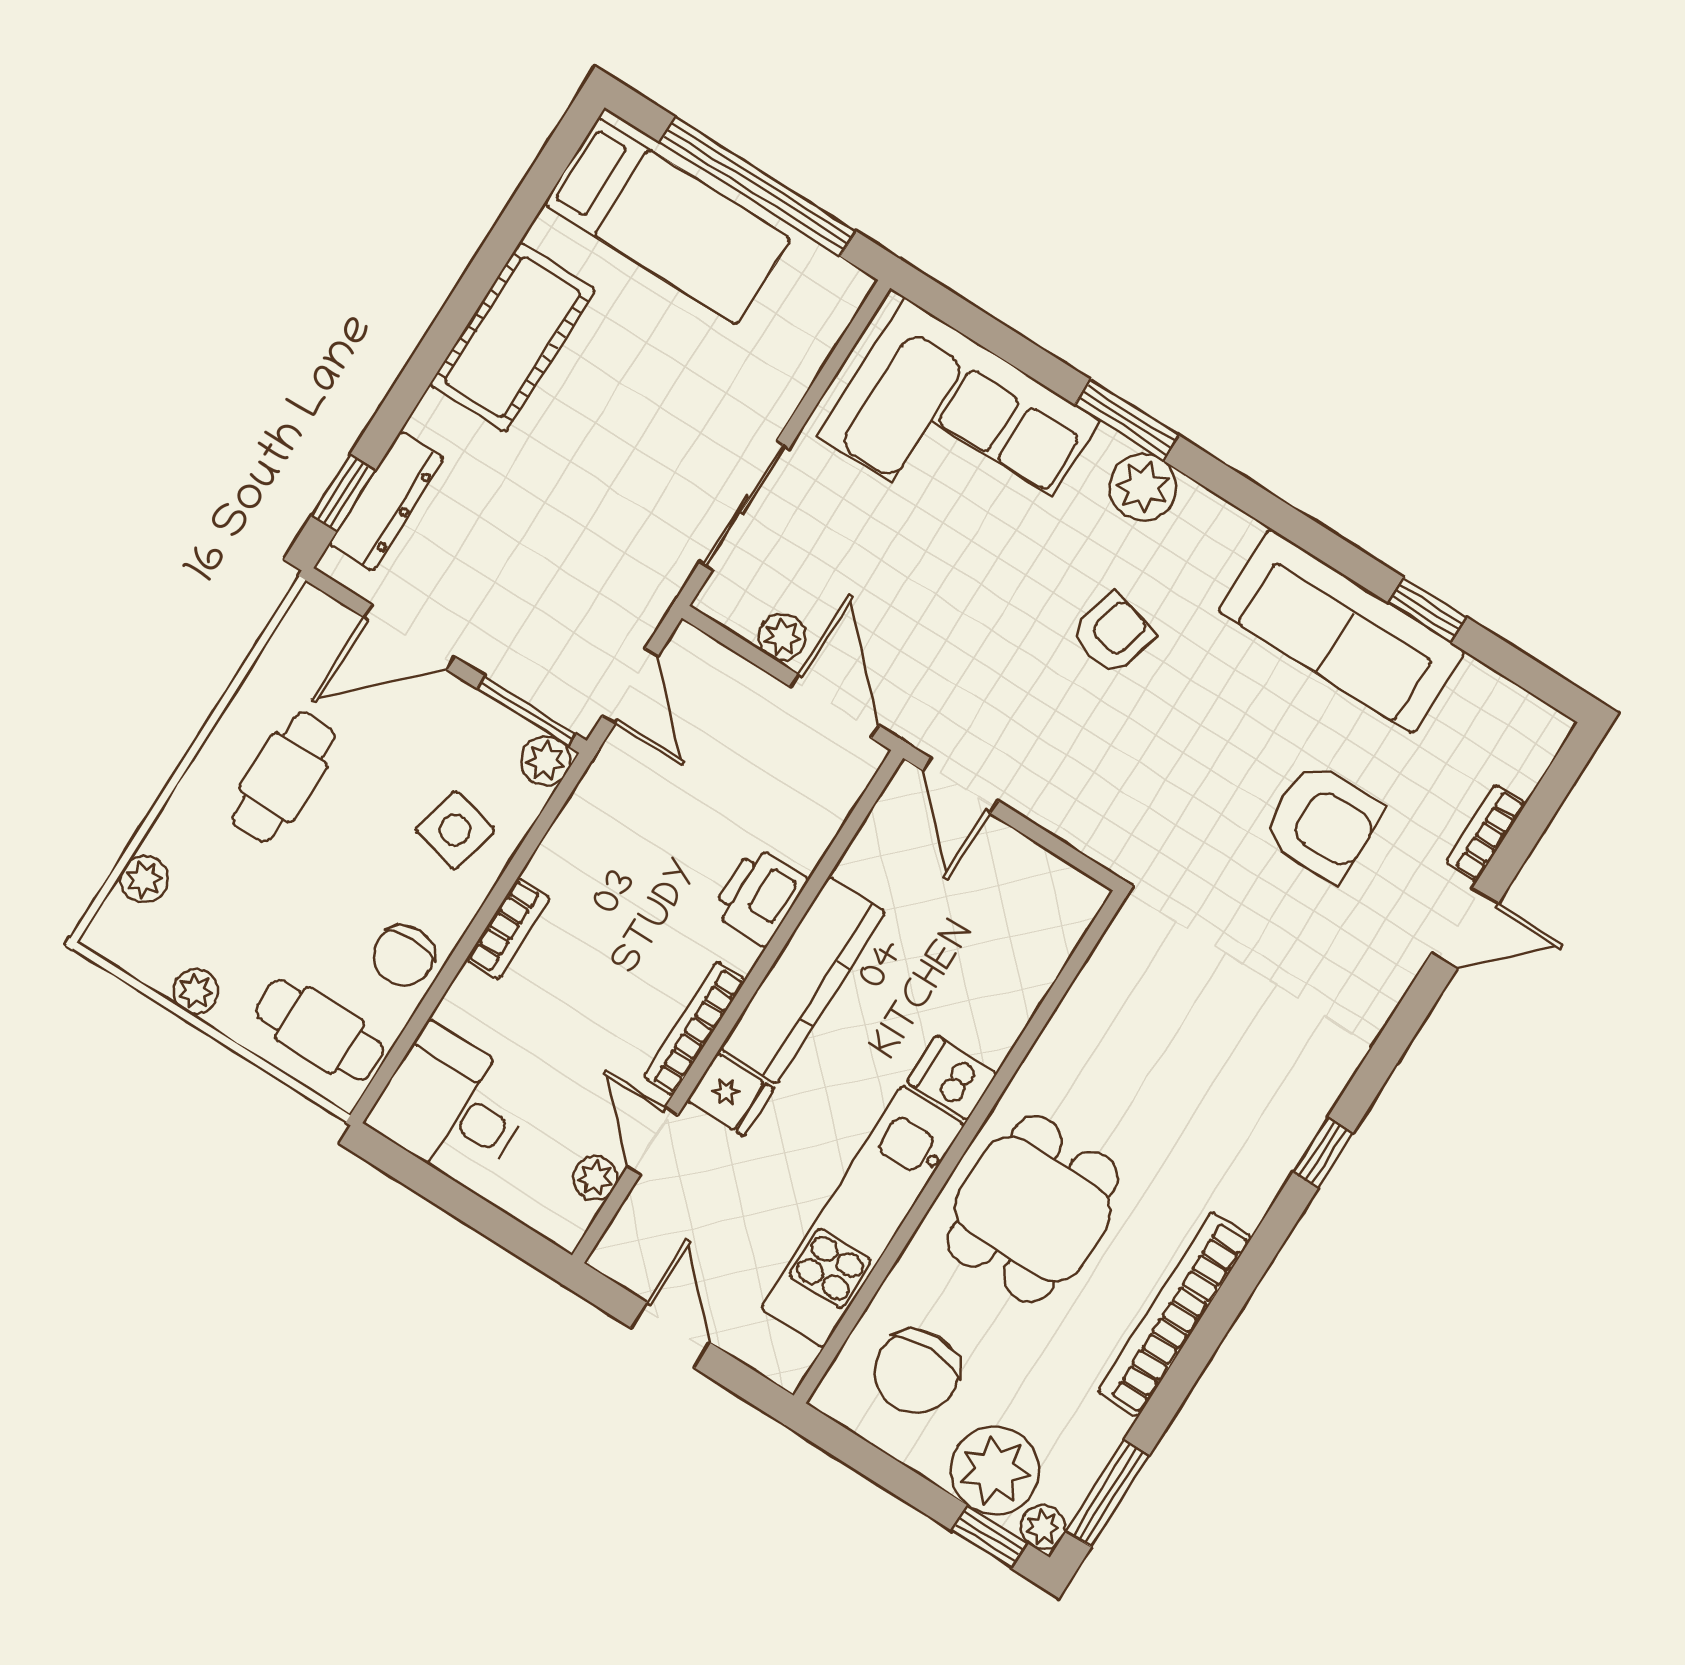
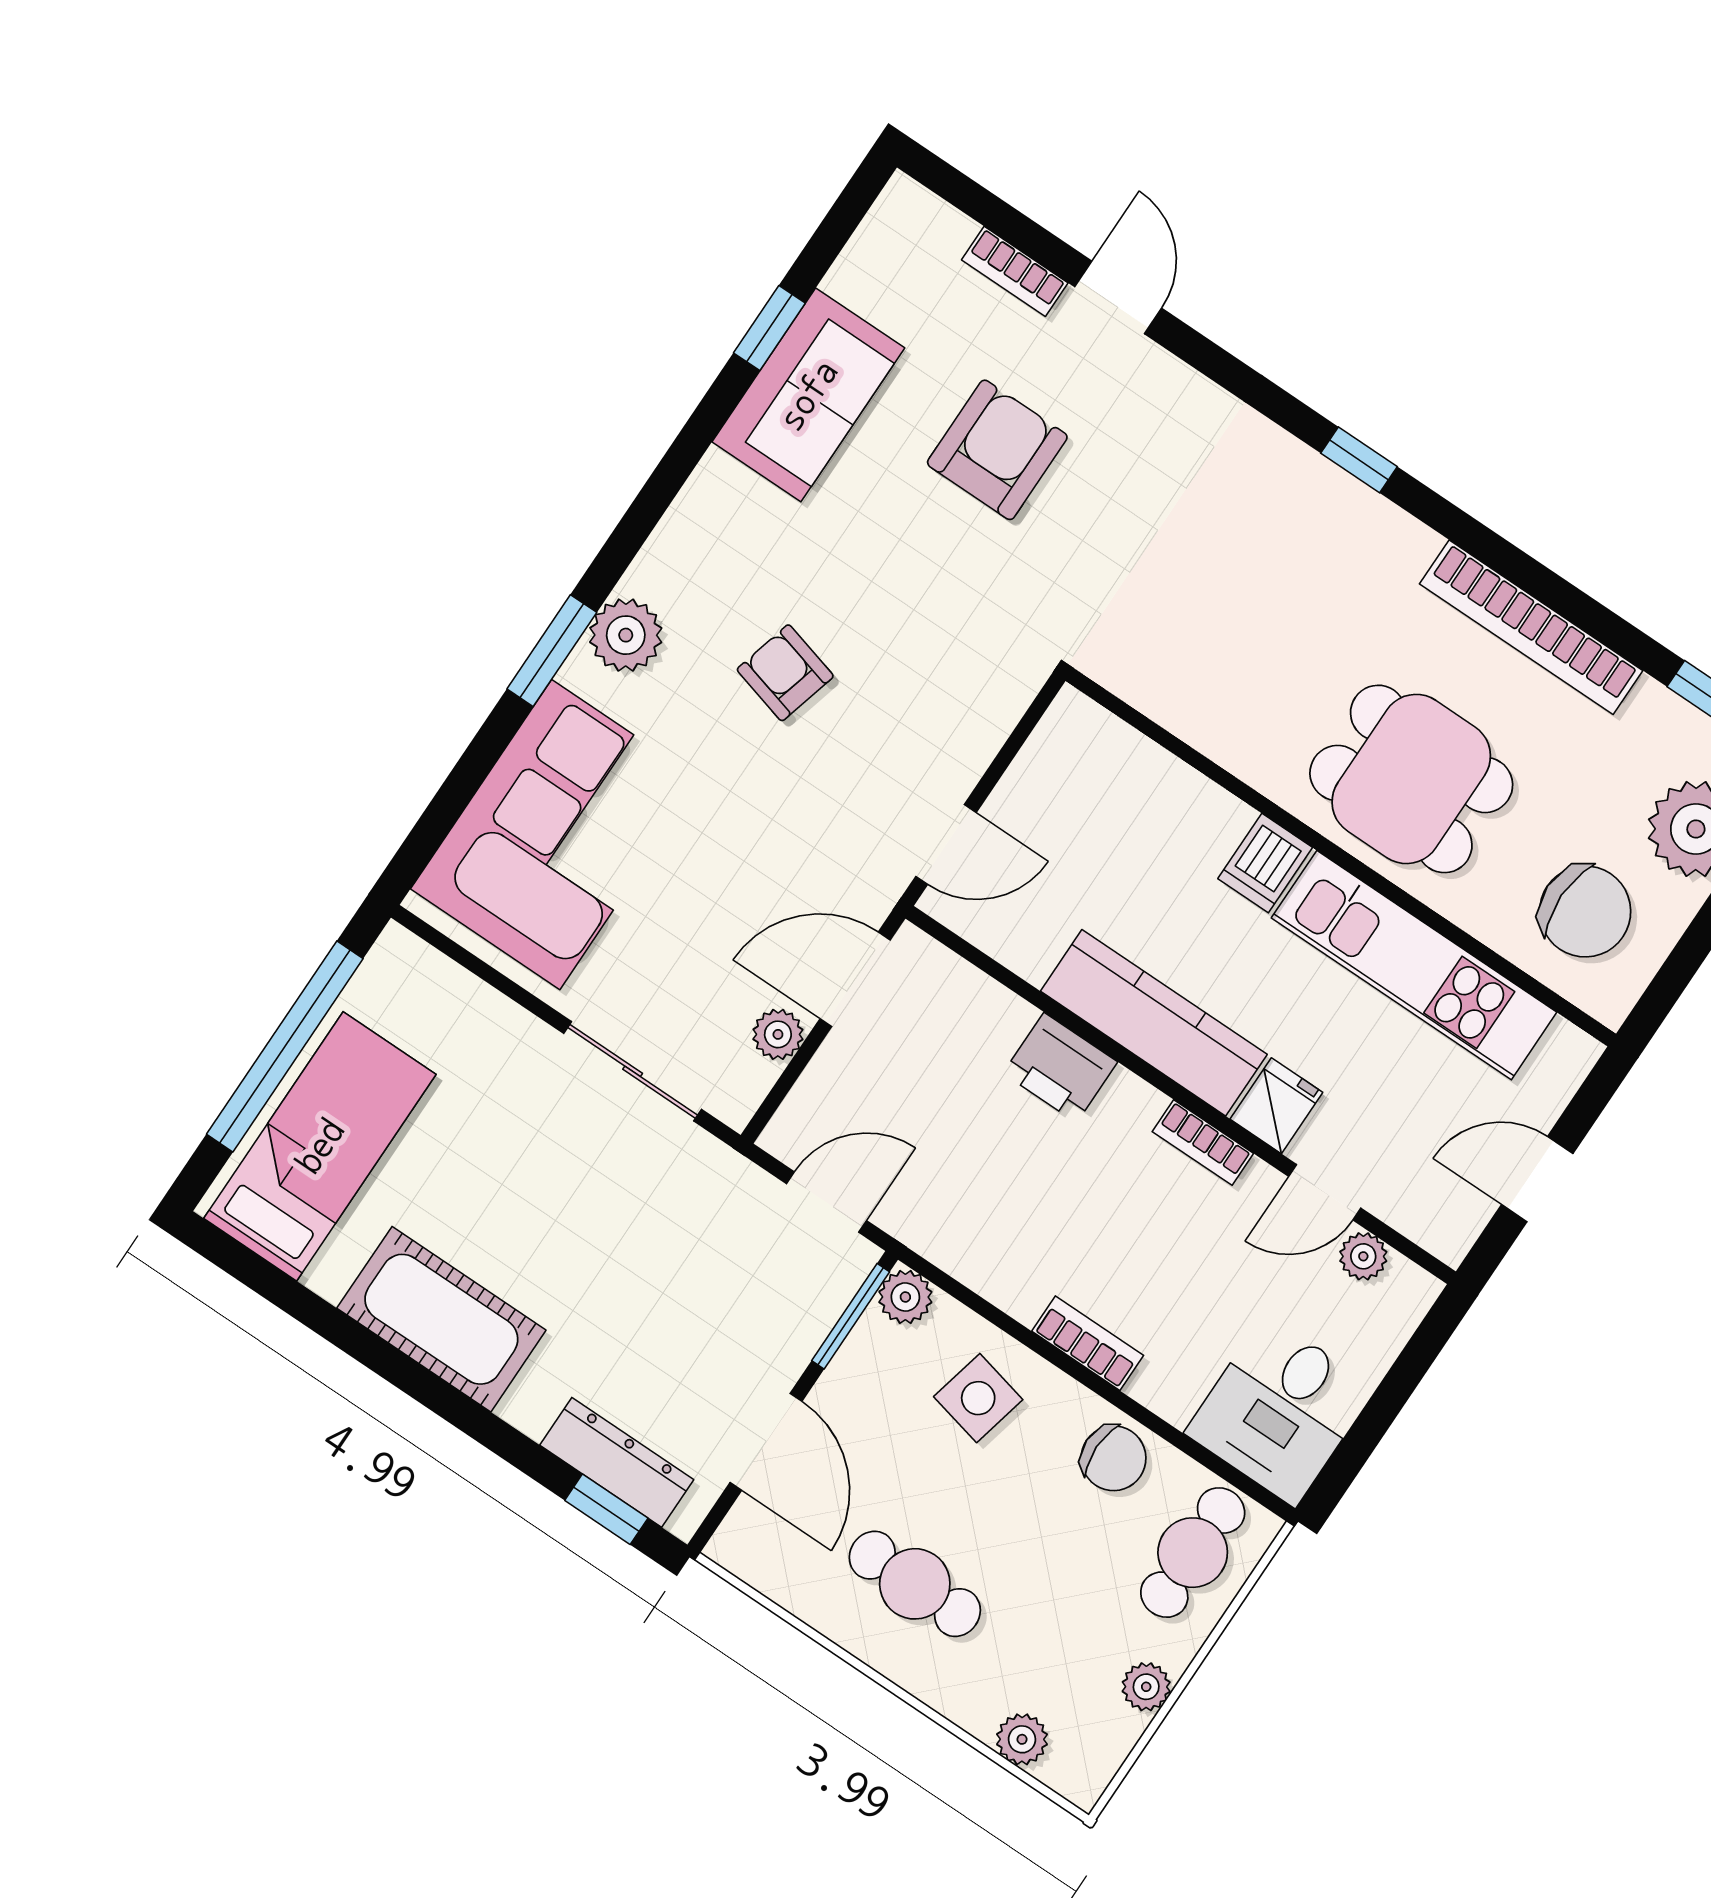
sofa: (1342, 631) -> (808, 395), width x0.73
bookcase: (695, 1028) -> (1203, 1143), width x0.64

